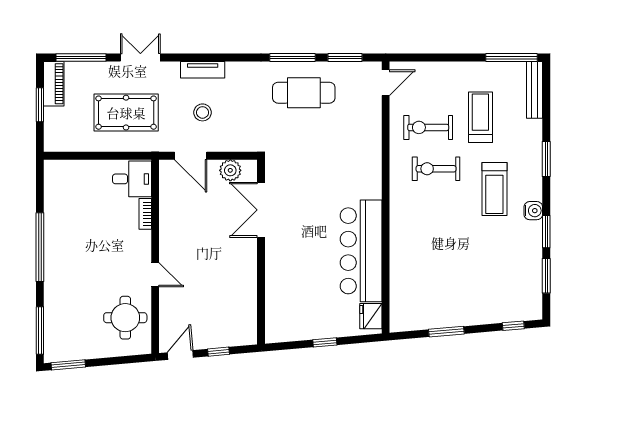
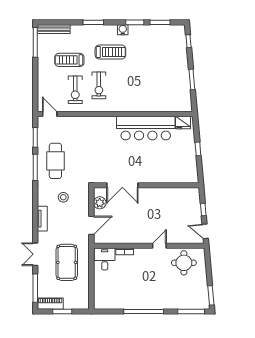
stool: (203, 112) -> (63, 197), moved

